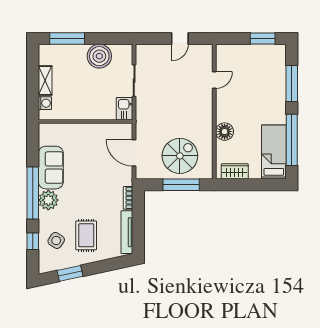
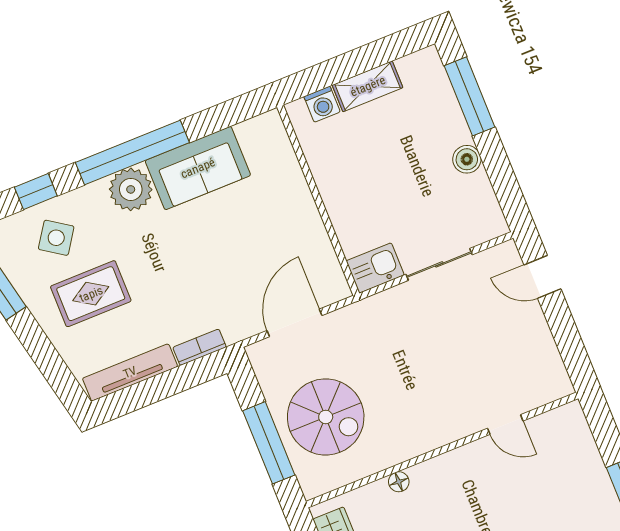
door: (180, 38) -> (543, 277), moved
boiler: (99, 56) -> (467, 159), width x0.54, depth x0.54
floor lamp: (225, 132) -> (399, 482), width x0.53, depth x0.53

